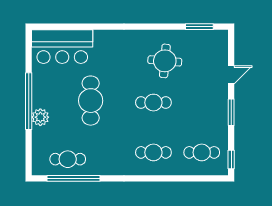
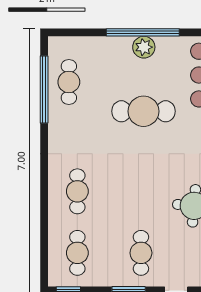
cafe table: (153, 103) -> (141, 253), moved
plant: (40, 117) -> (144, 47), moved

